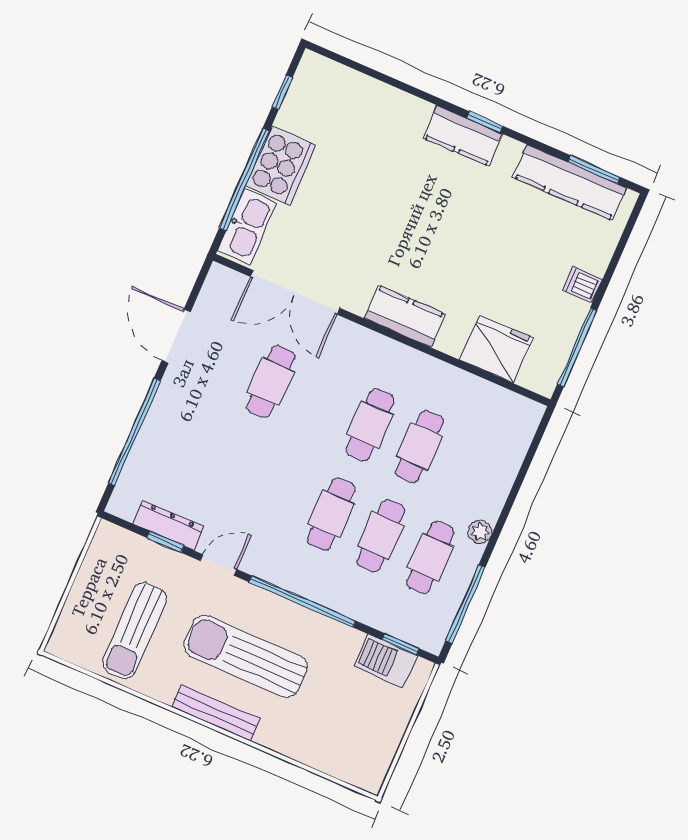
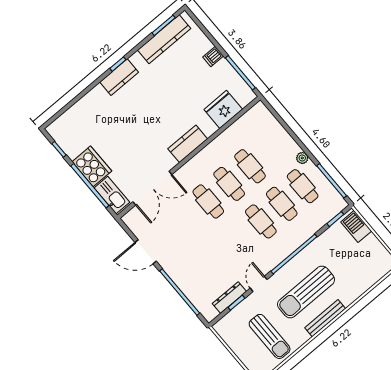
cafe table: (271, 382) -> (208, 202), moved
barbecue: (385, 661) -> (356, 226), moved, turned 90

